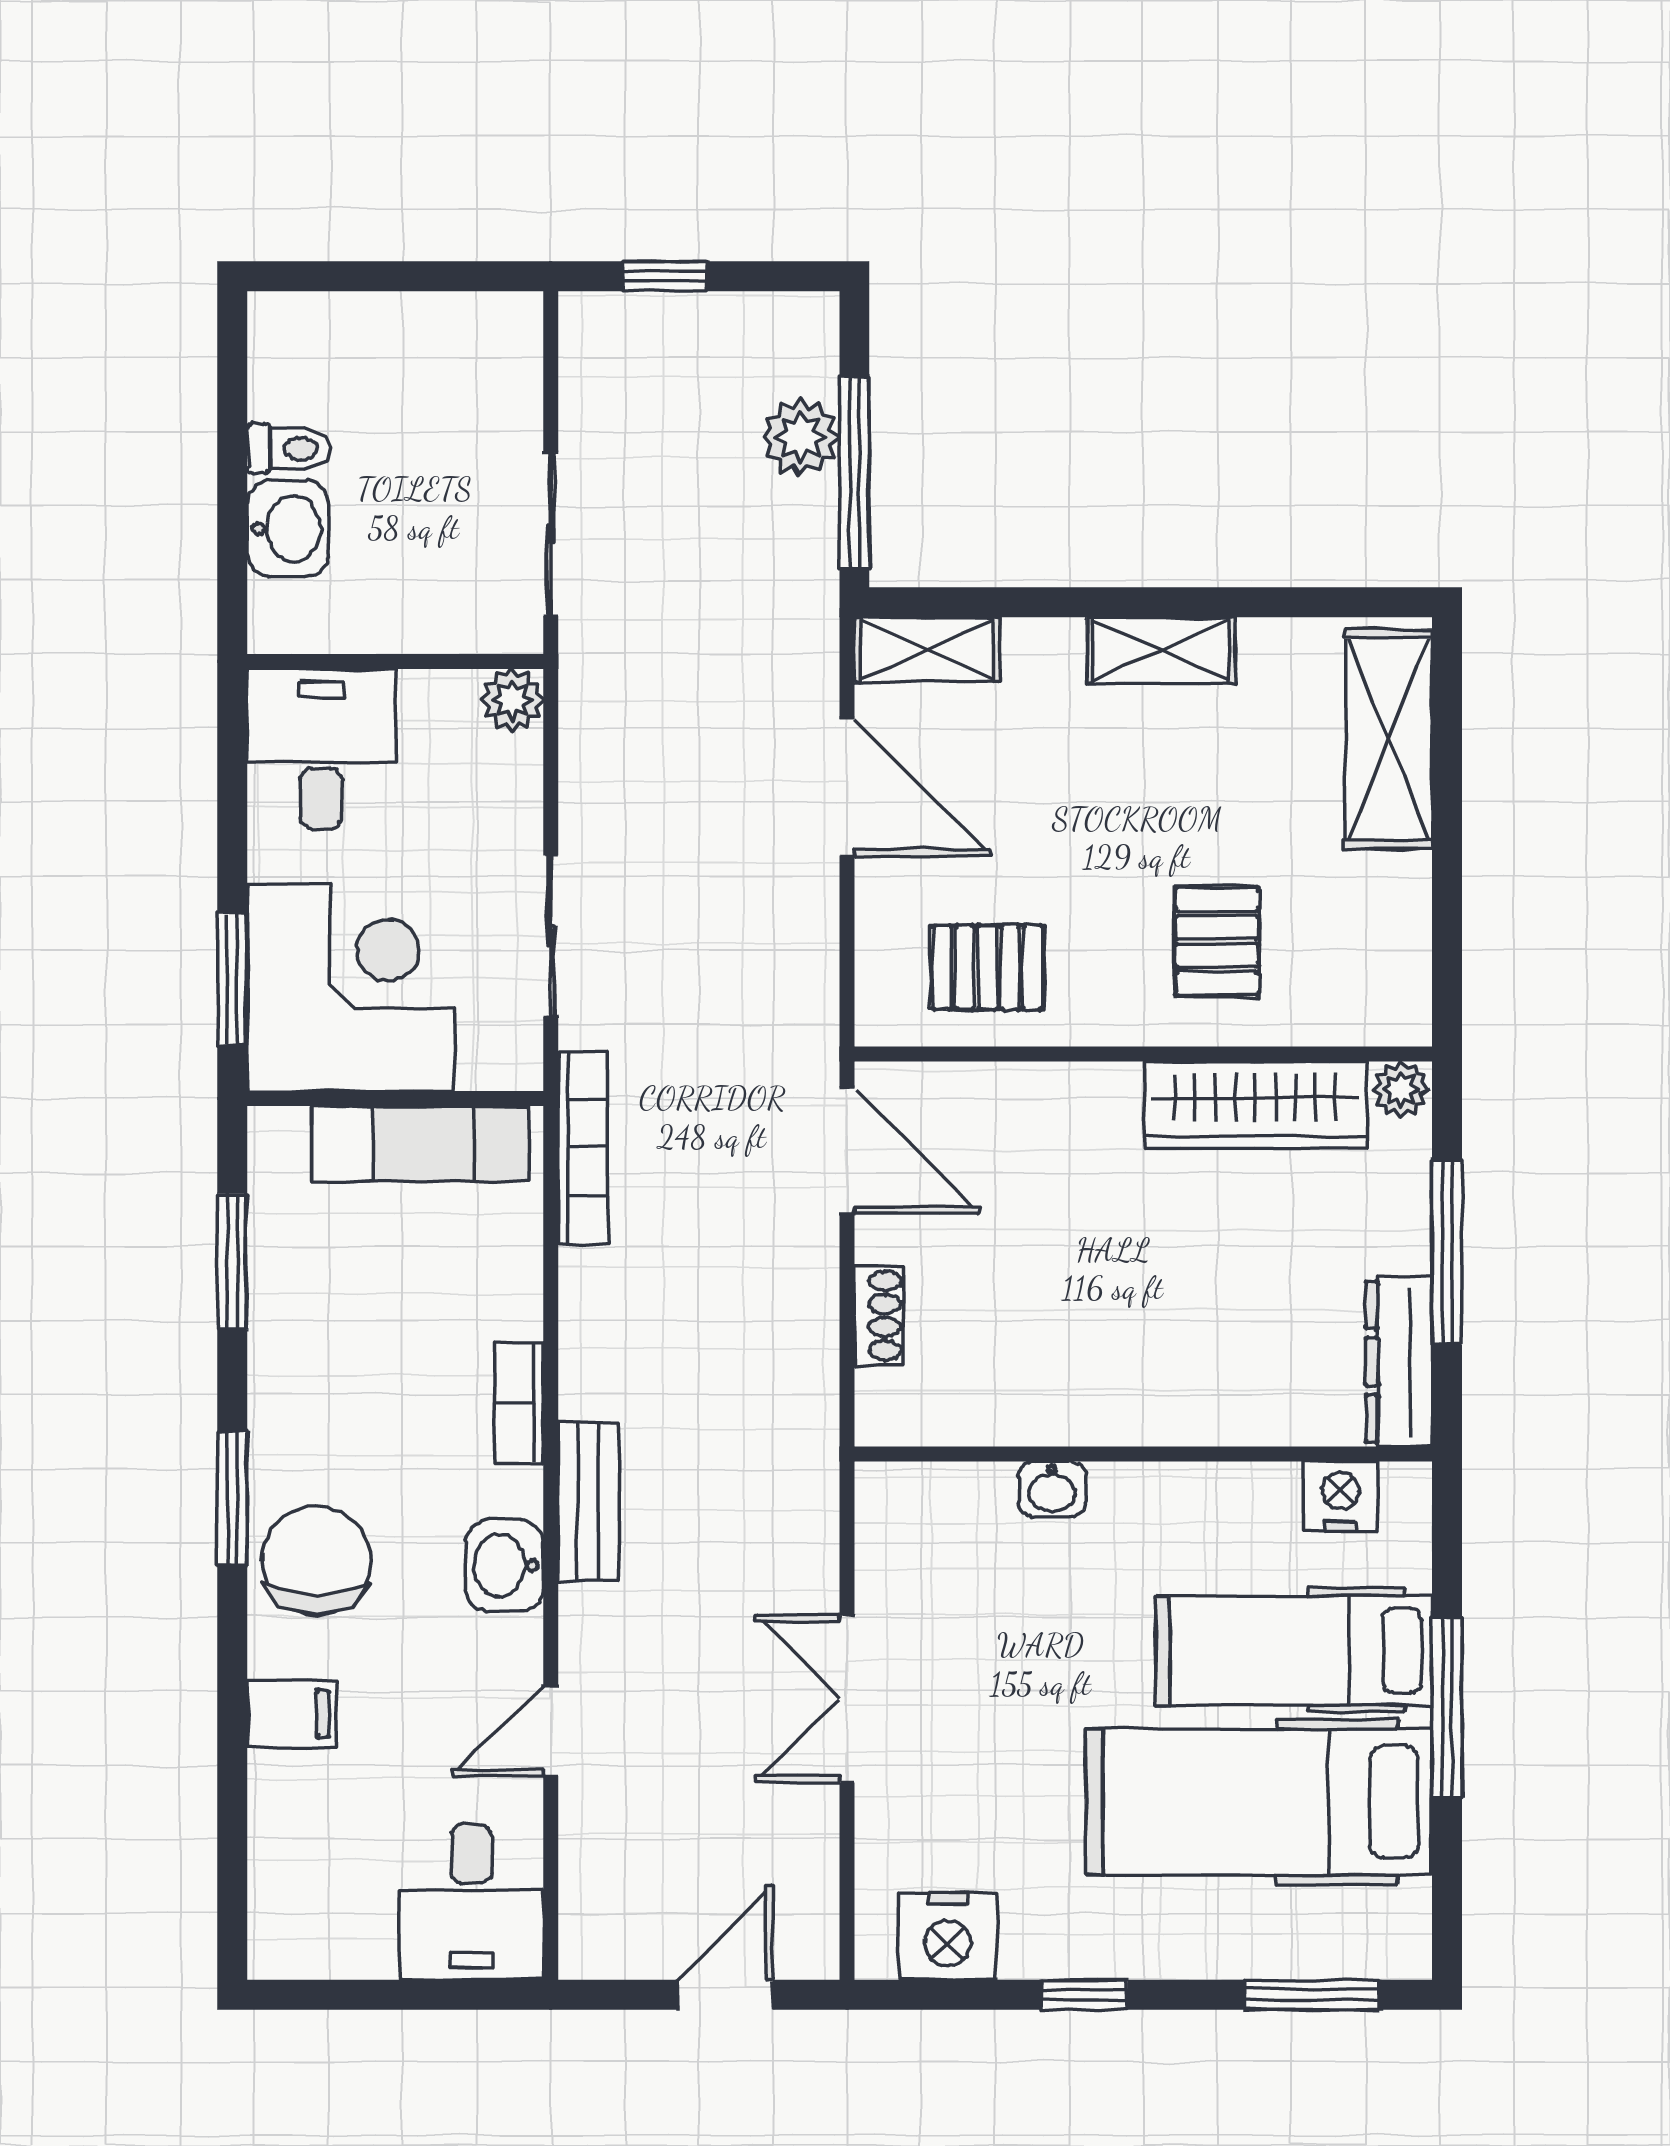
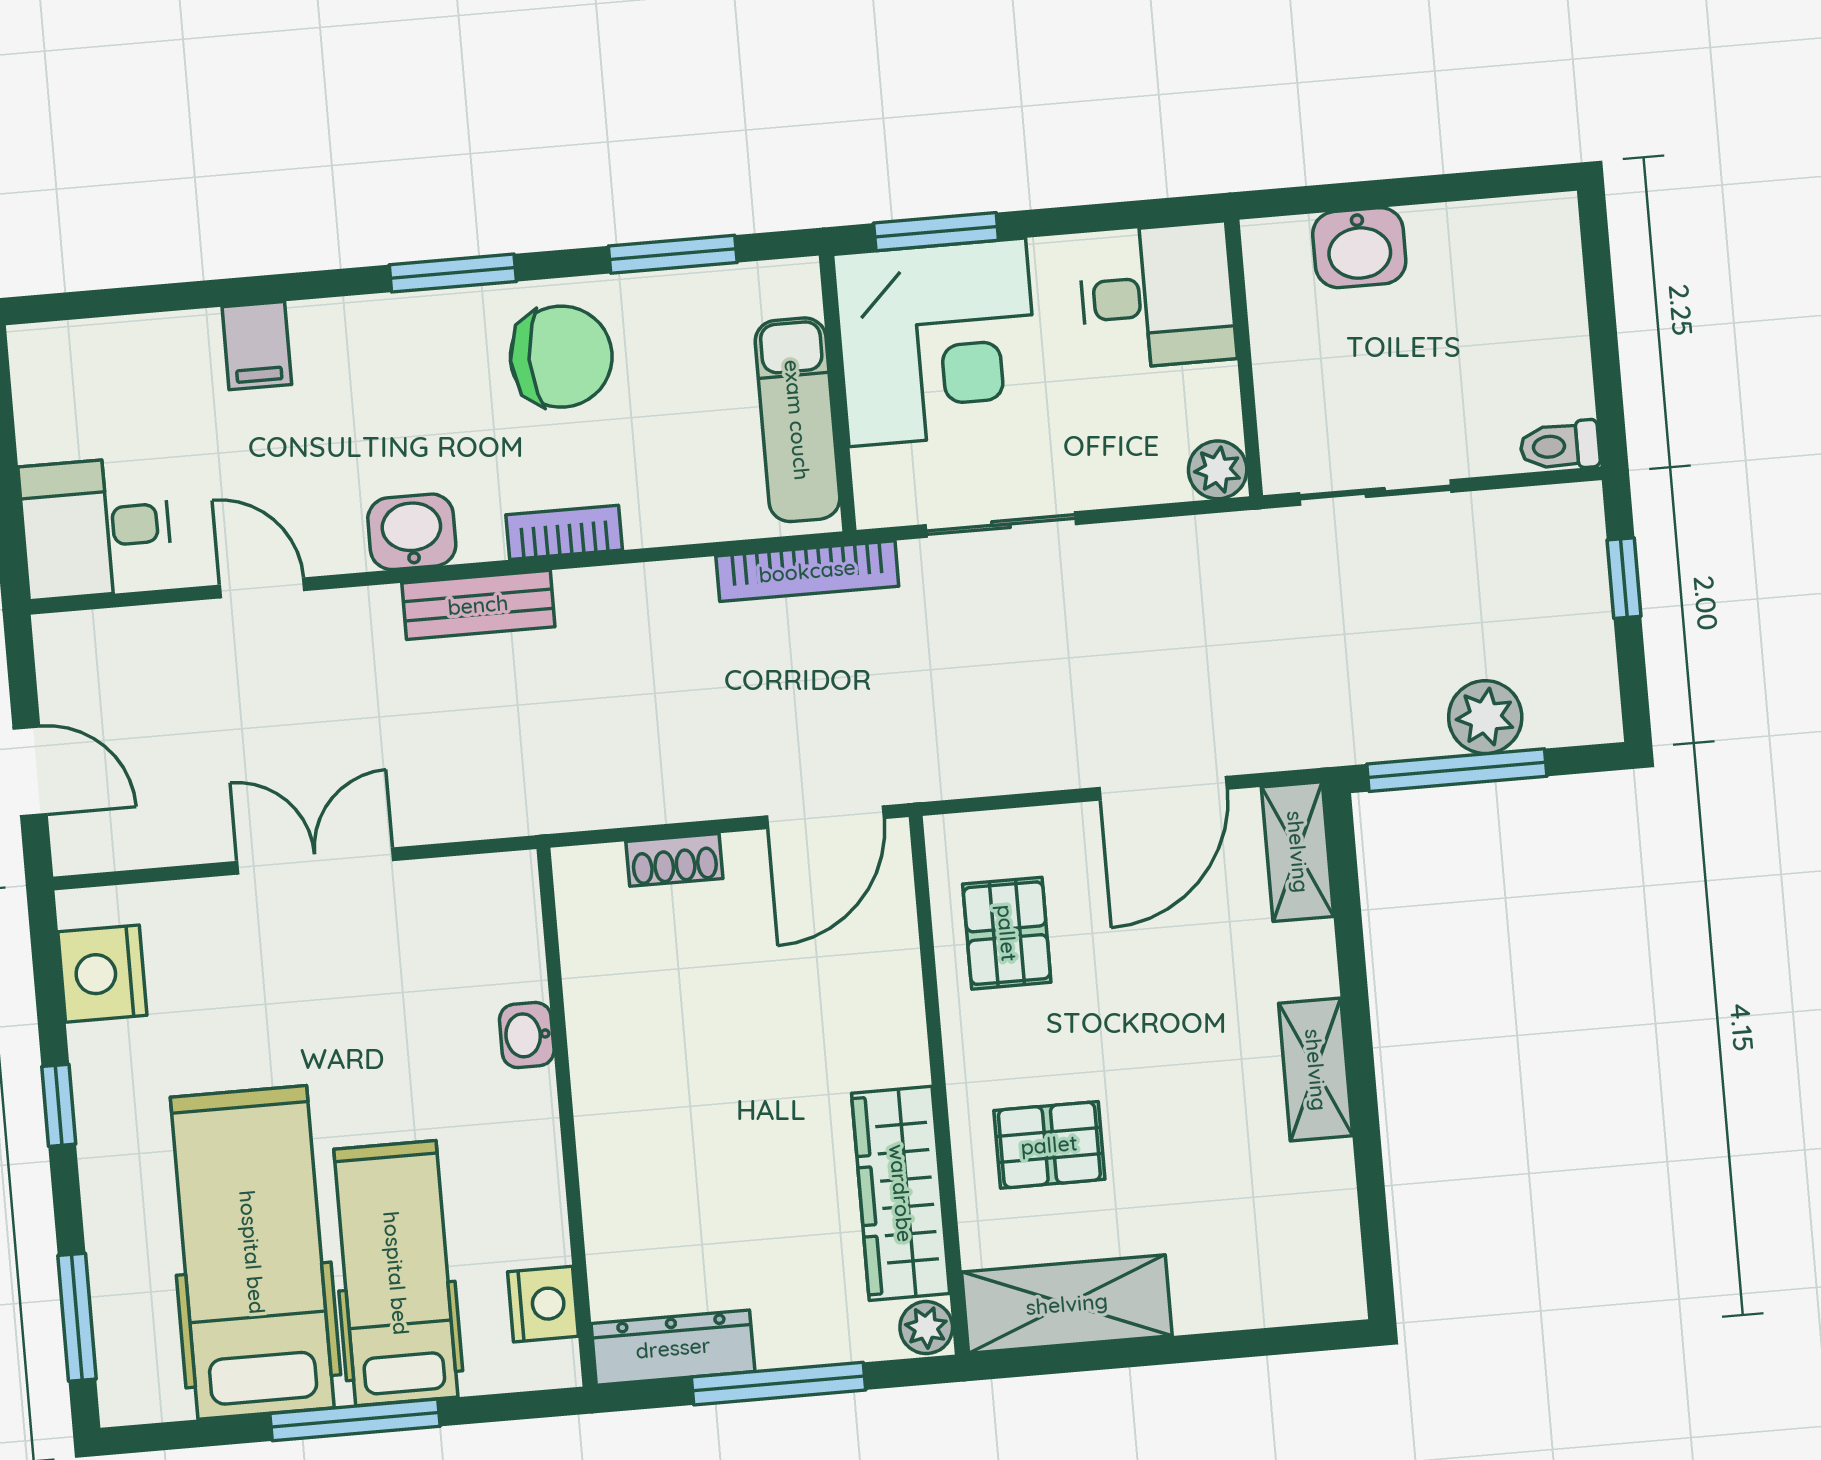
toilet: (289, 449) -> (1560, 446), moved, turned 90
shelving: (1388, 739) -> (1067, 1304), moved
chair: (316, 1561) -> (561, 357), moved

